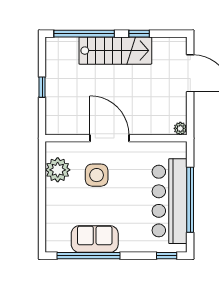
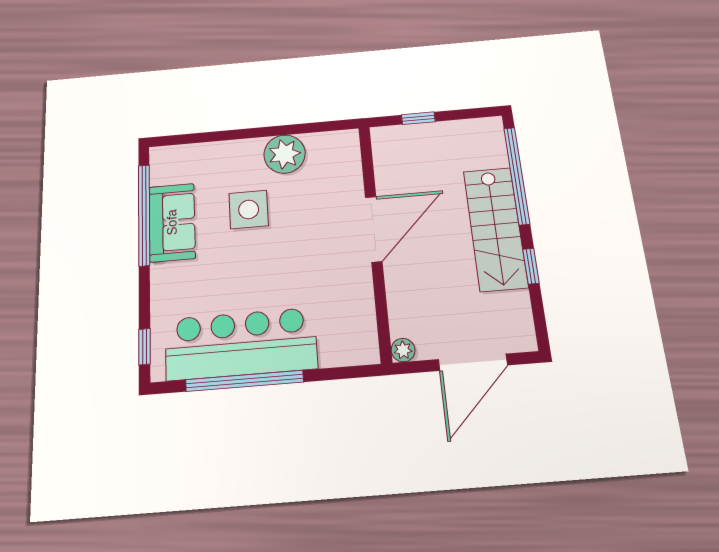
plant: (180, 128) -> (403, 350), moved
door: (109, 138) -> (374, 229), moved
wall: (116, 138) -> (375, 240), moved
side table: (97, 175) -> (249, 209), moved

